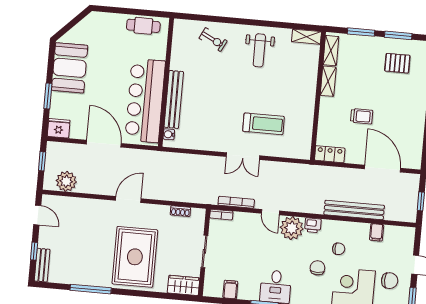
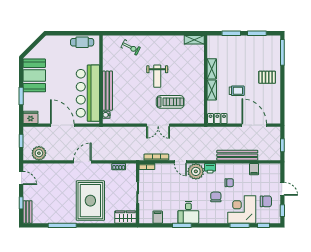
weight bench: (259, 50) -> (157, 76), moved
shelving: (331, 51) -> (212, 90), moved
pallet: (397, 63) -> (267, 77), moved

